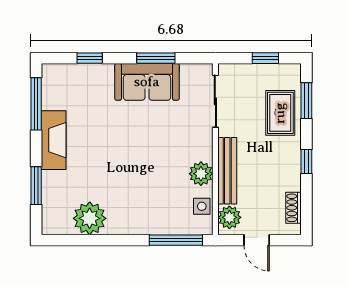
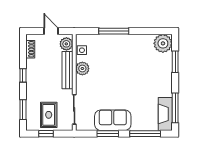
window: (90, 58) -> (145, 134), width x2.17
rug: (280, 113) -> (49, 115), moved
fireplace: (54, 140) -> (165, 114), moved
plant: (90, 218) -> (163, 43), moved
window: (176, 240) -> (114, 31), moved

